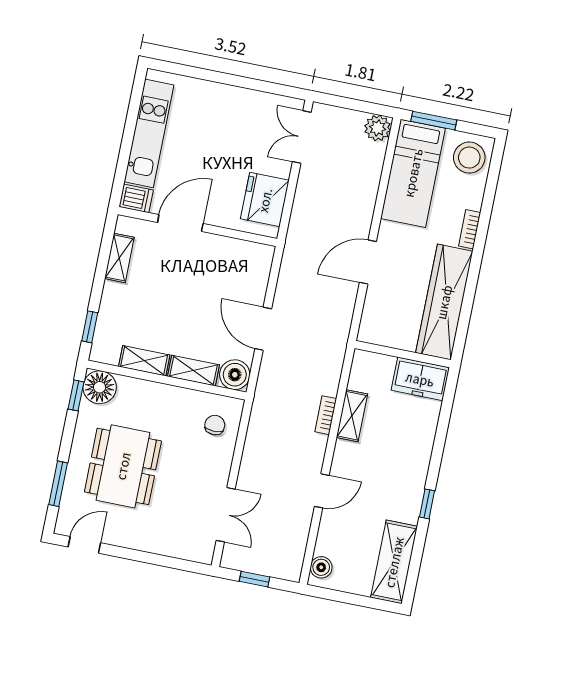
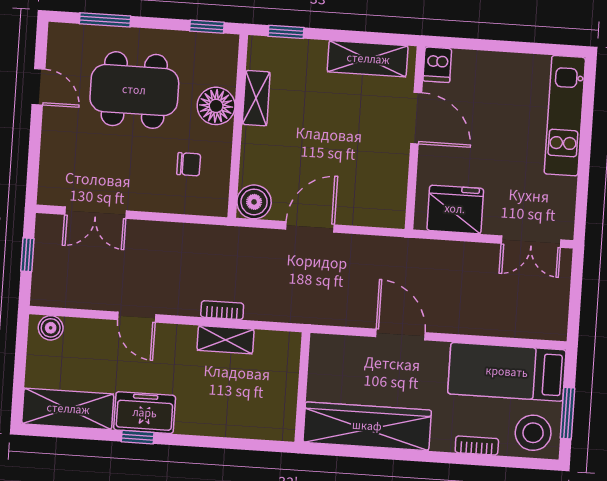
window: (434, 121) -> (567, 413), moved
plant: (378, 128) -> (553, 325), removed
kitchen unit: (149, 133) -> (565, 116), moved, turned 90
double door: (302, 137) -> (531, 242), swing flipped
bookcase: (470, 229) -> (477, 446), moved
shelving: (119, 258) -> (368, 59), width x1.50, depth x1.33
shelving: (193, 371) -> (253, 155), removed
freezer: (420, 379) -> (145, 413), moved, turned 90
floor lamp: (100, 387) -> (216, 106), moved
chair: (215, 425) -> (189, 164), moved
door: (84, 545) -> (38, 87), moved

